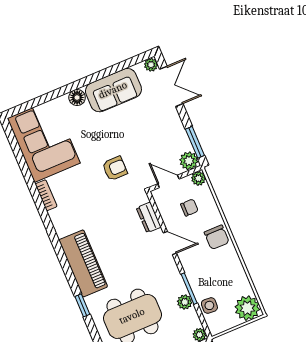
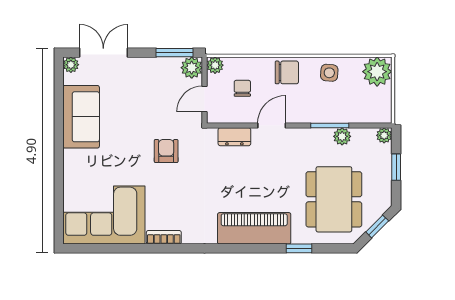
floor lamp: (77, 98) -> (72, 159), removed
side table: (209, 305) -> (329, 73), moved

